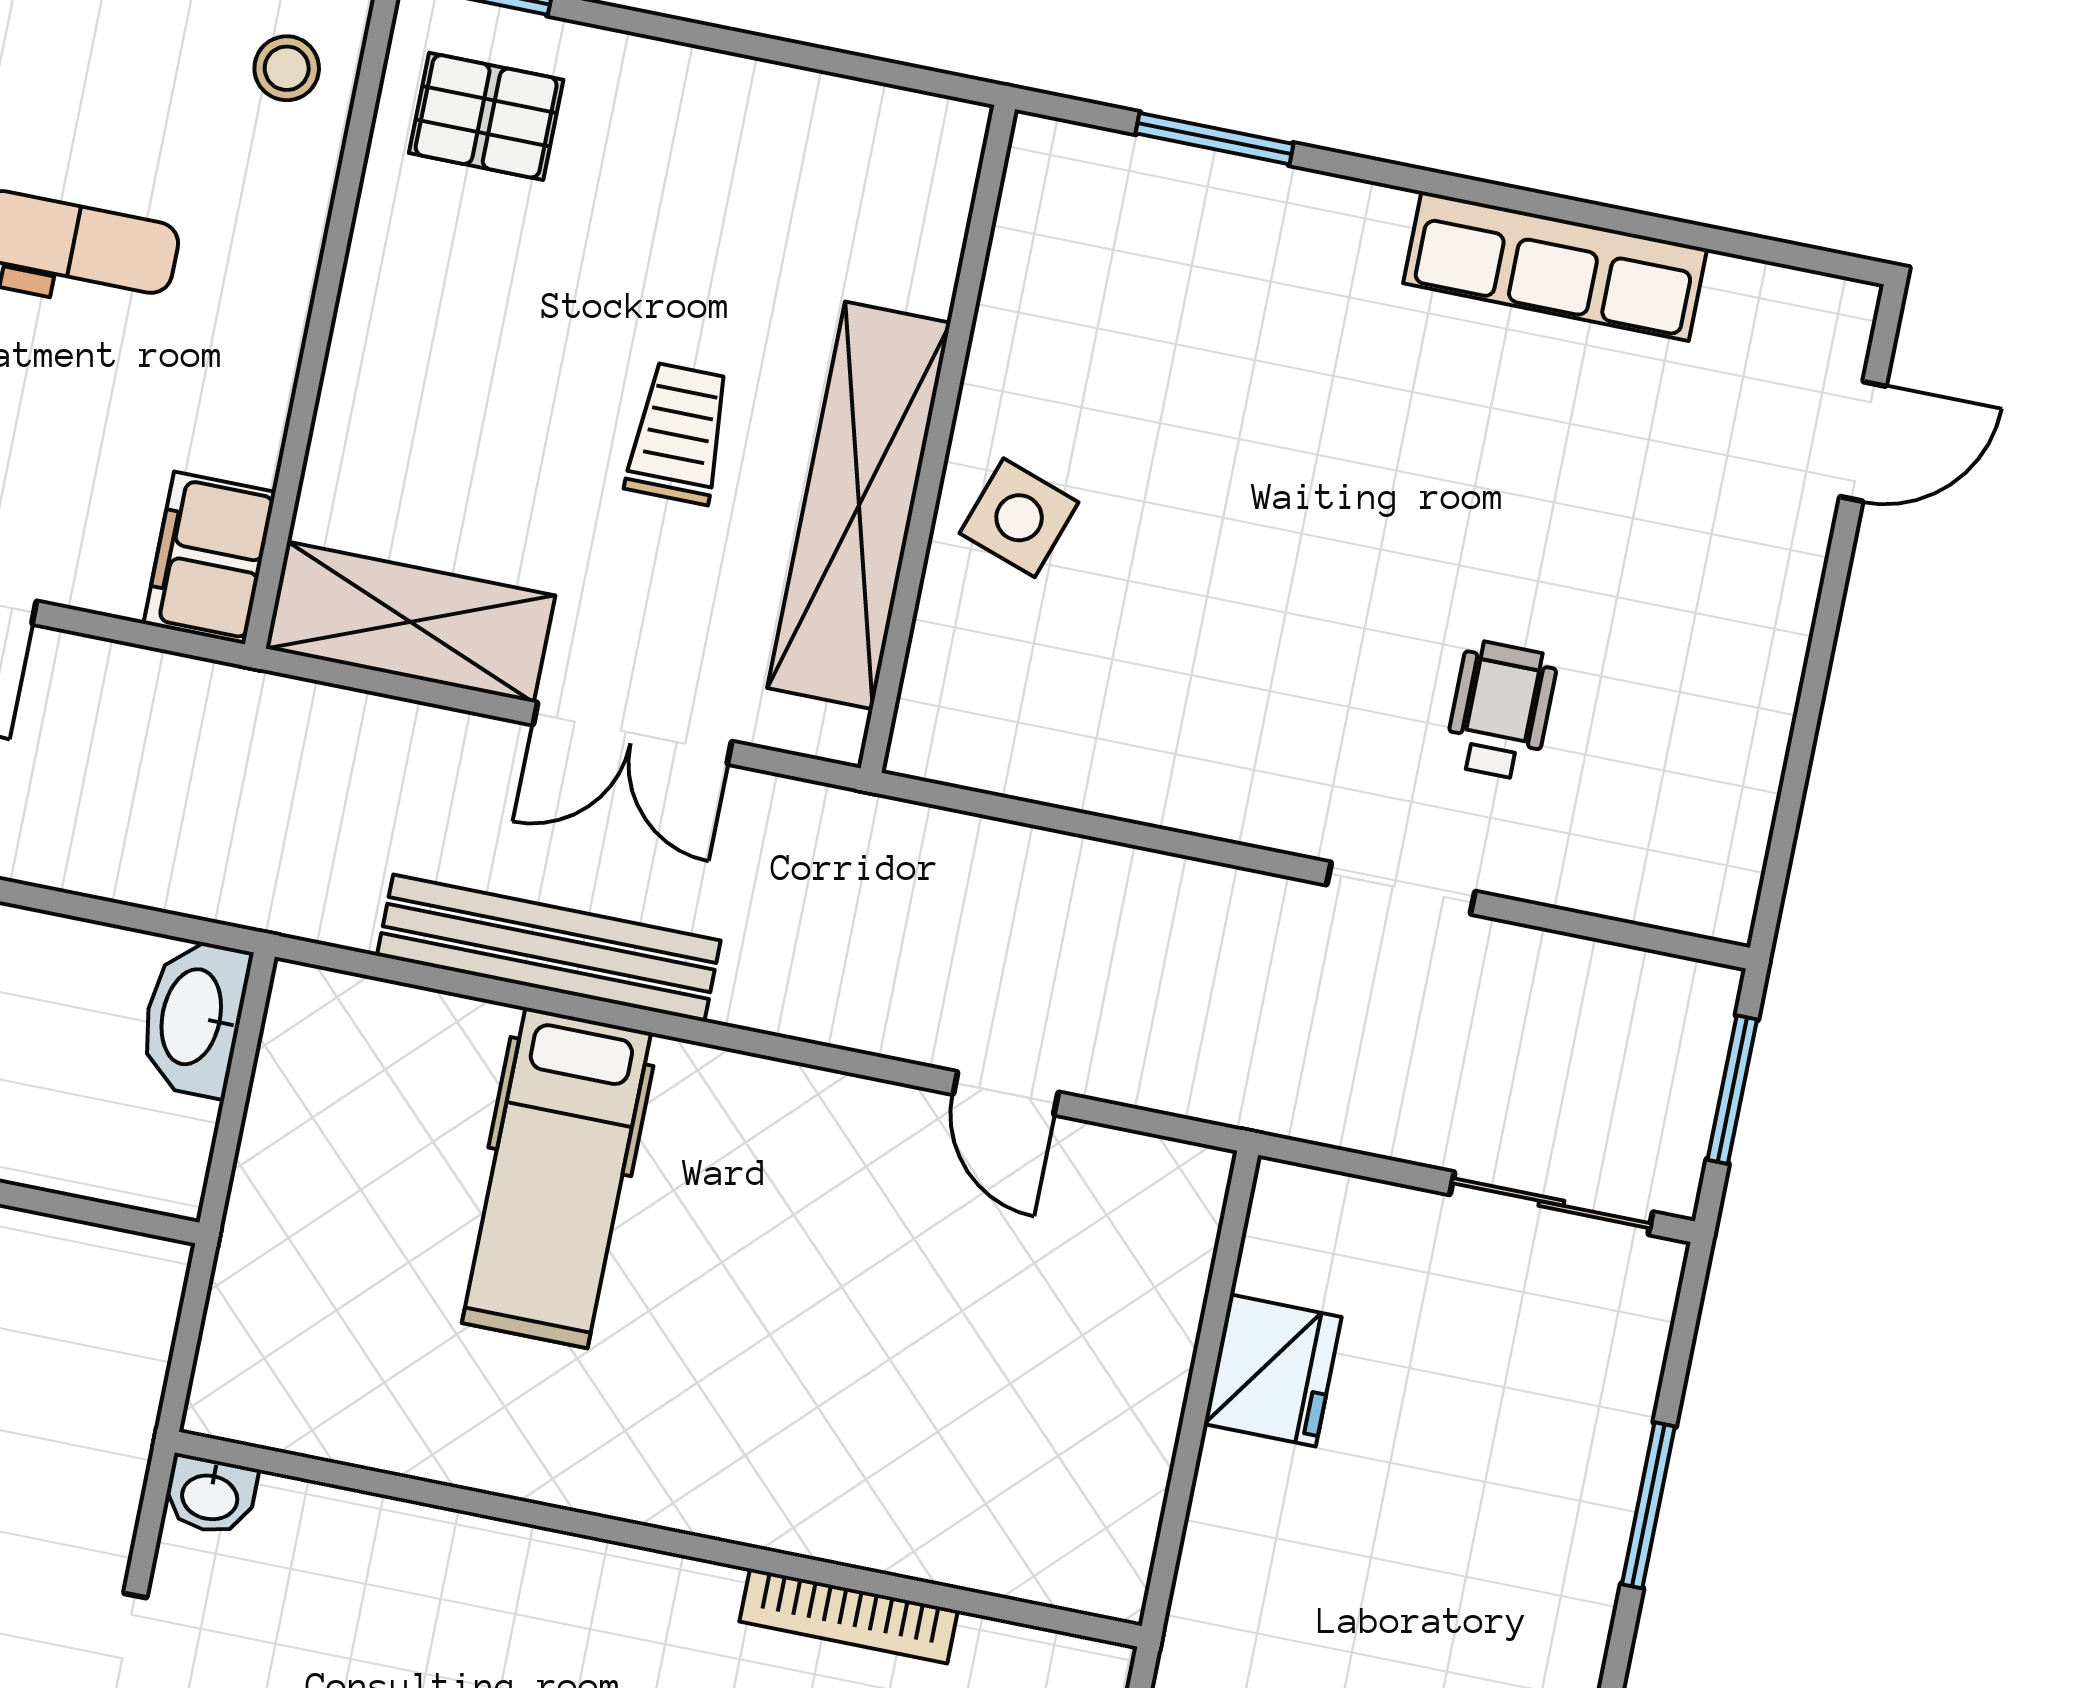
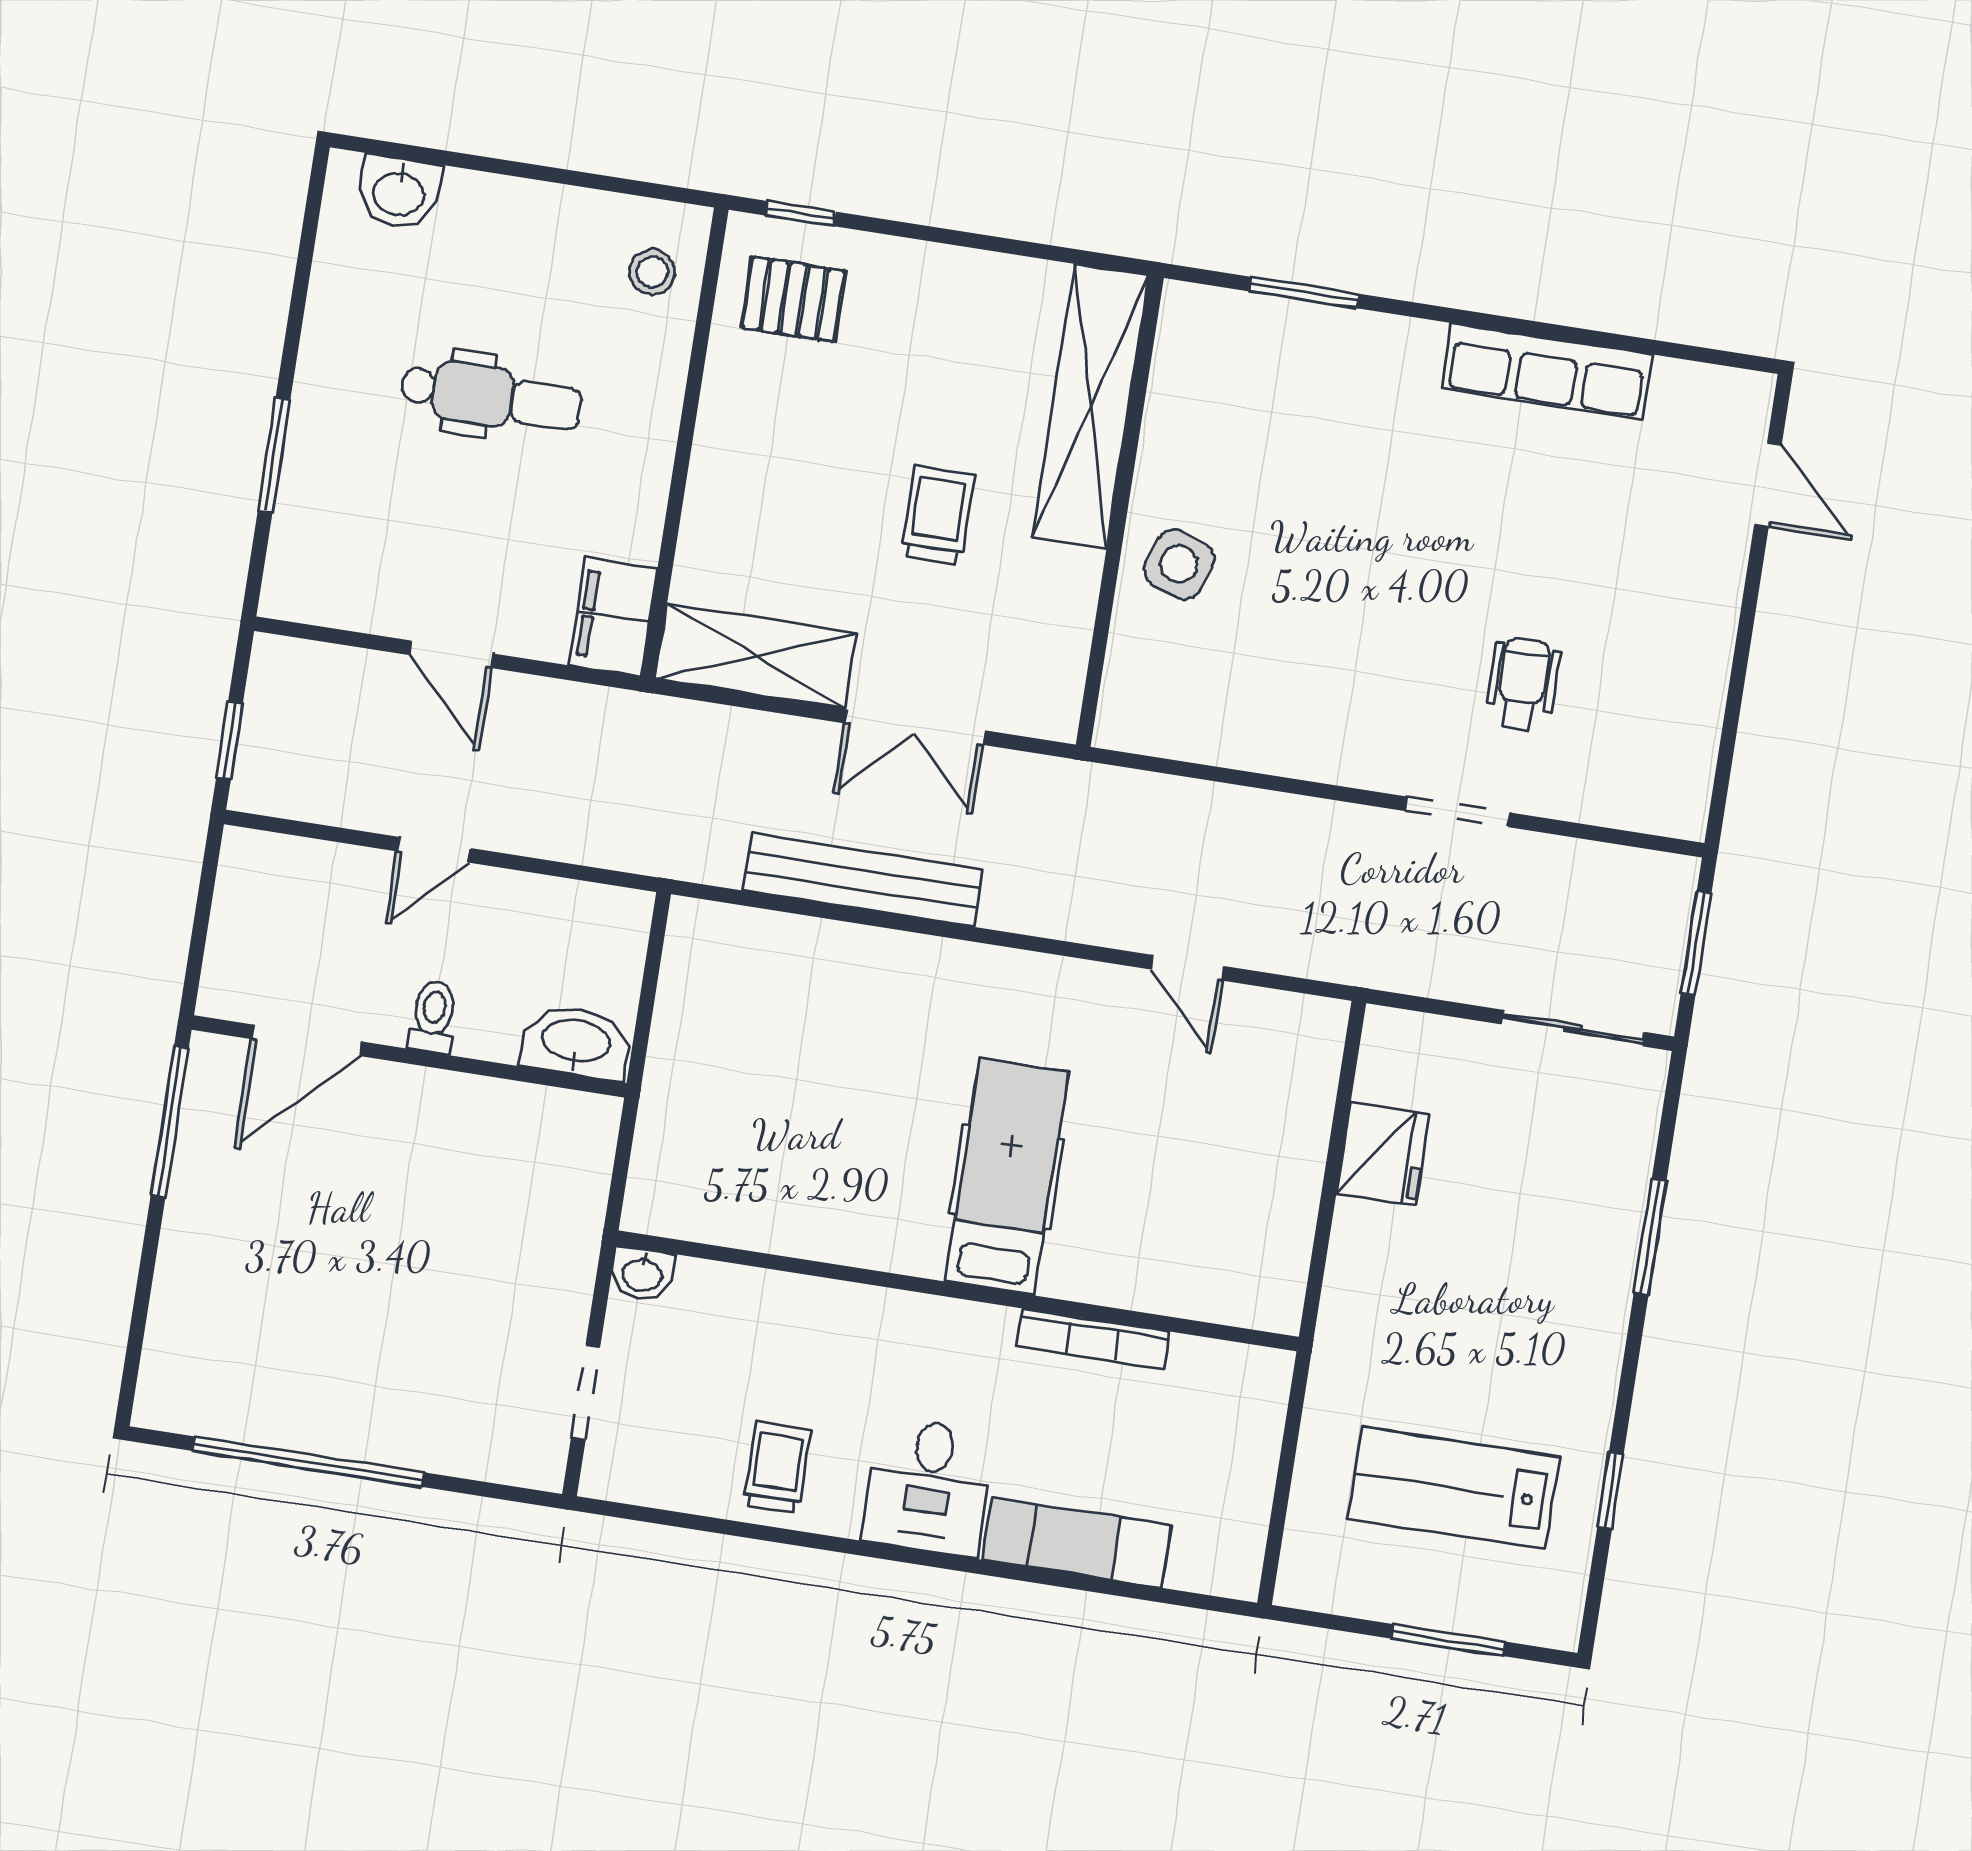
door: (1863, 441) -> (1768, 485), hinge flipped
shelving: (859, 505) -> (1091, 407), moved
washbasin: (194, 1017) -> (576, 1042), moved, turned 90
hospital bed: (557, 1178) -> (1007, 1177), moved, turned 180

